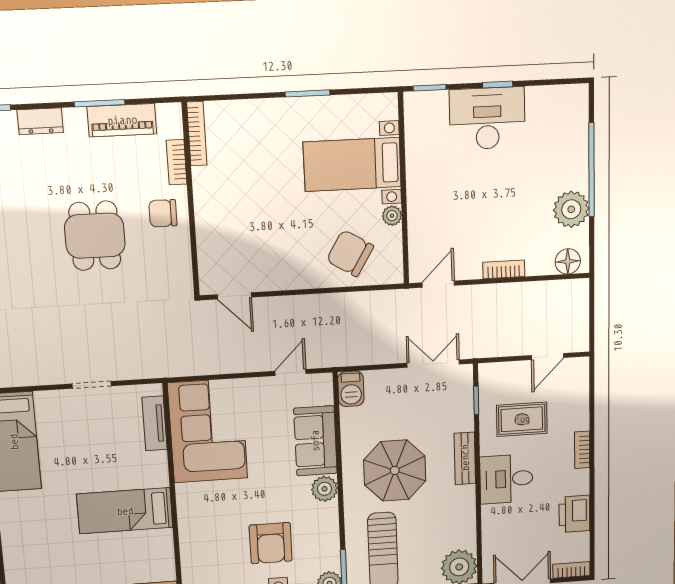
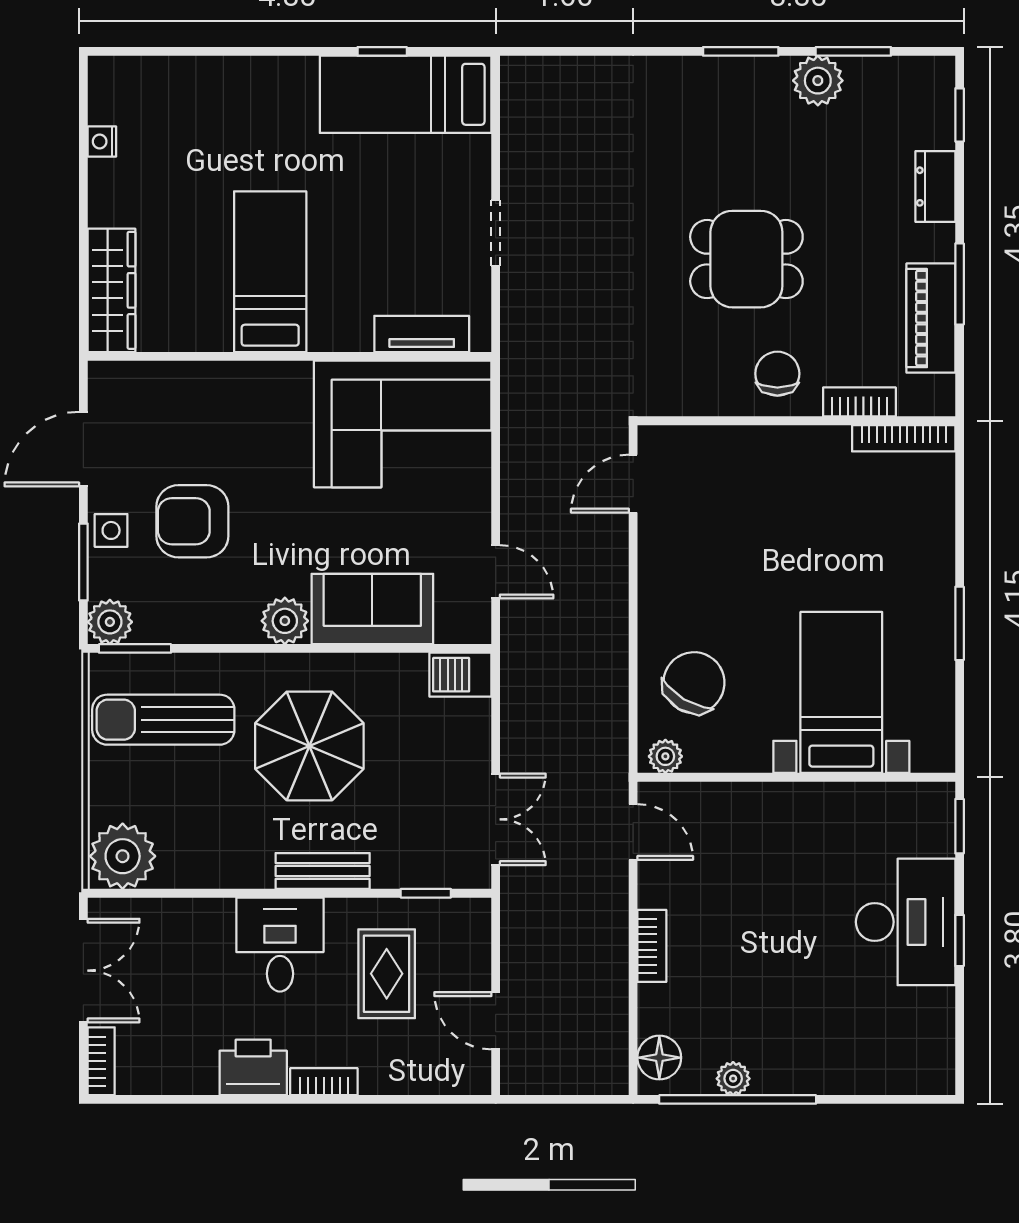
window: (592, 170) -> (738, 1099), moved
plant: (571, 209) -> (733, 1079), width x0.53, depth x0.53
plant: (392, 216) -> (665, 756), moved
printer: (575, 514) -> (253, 1067), moved

